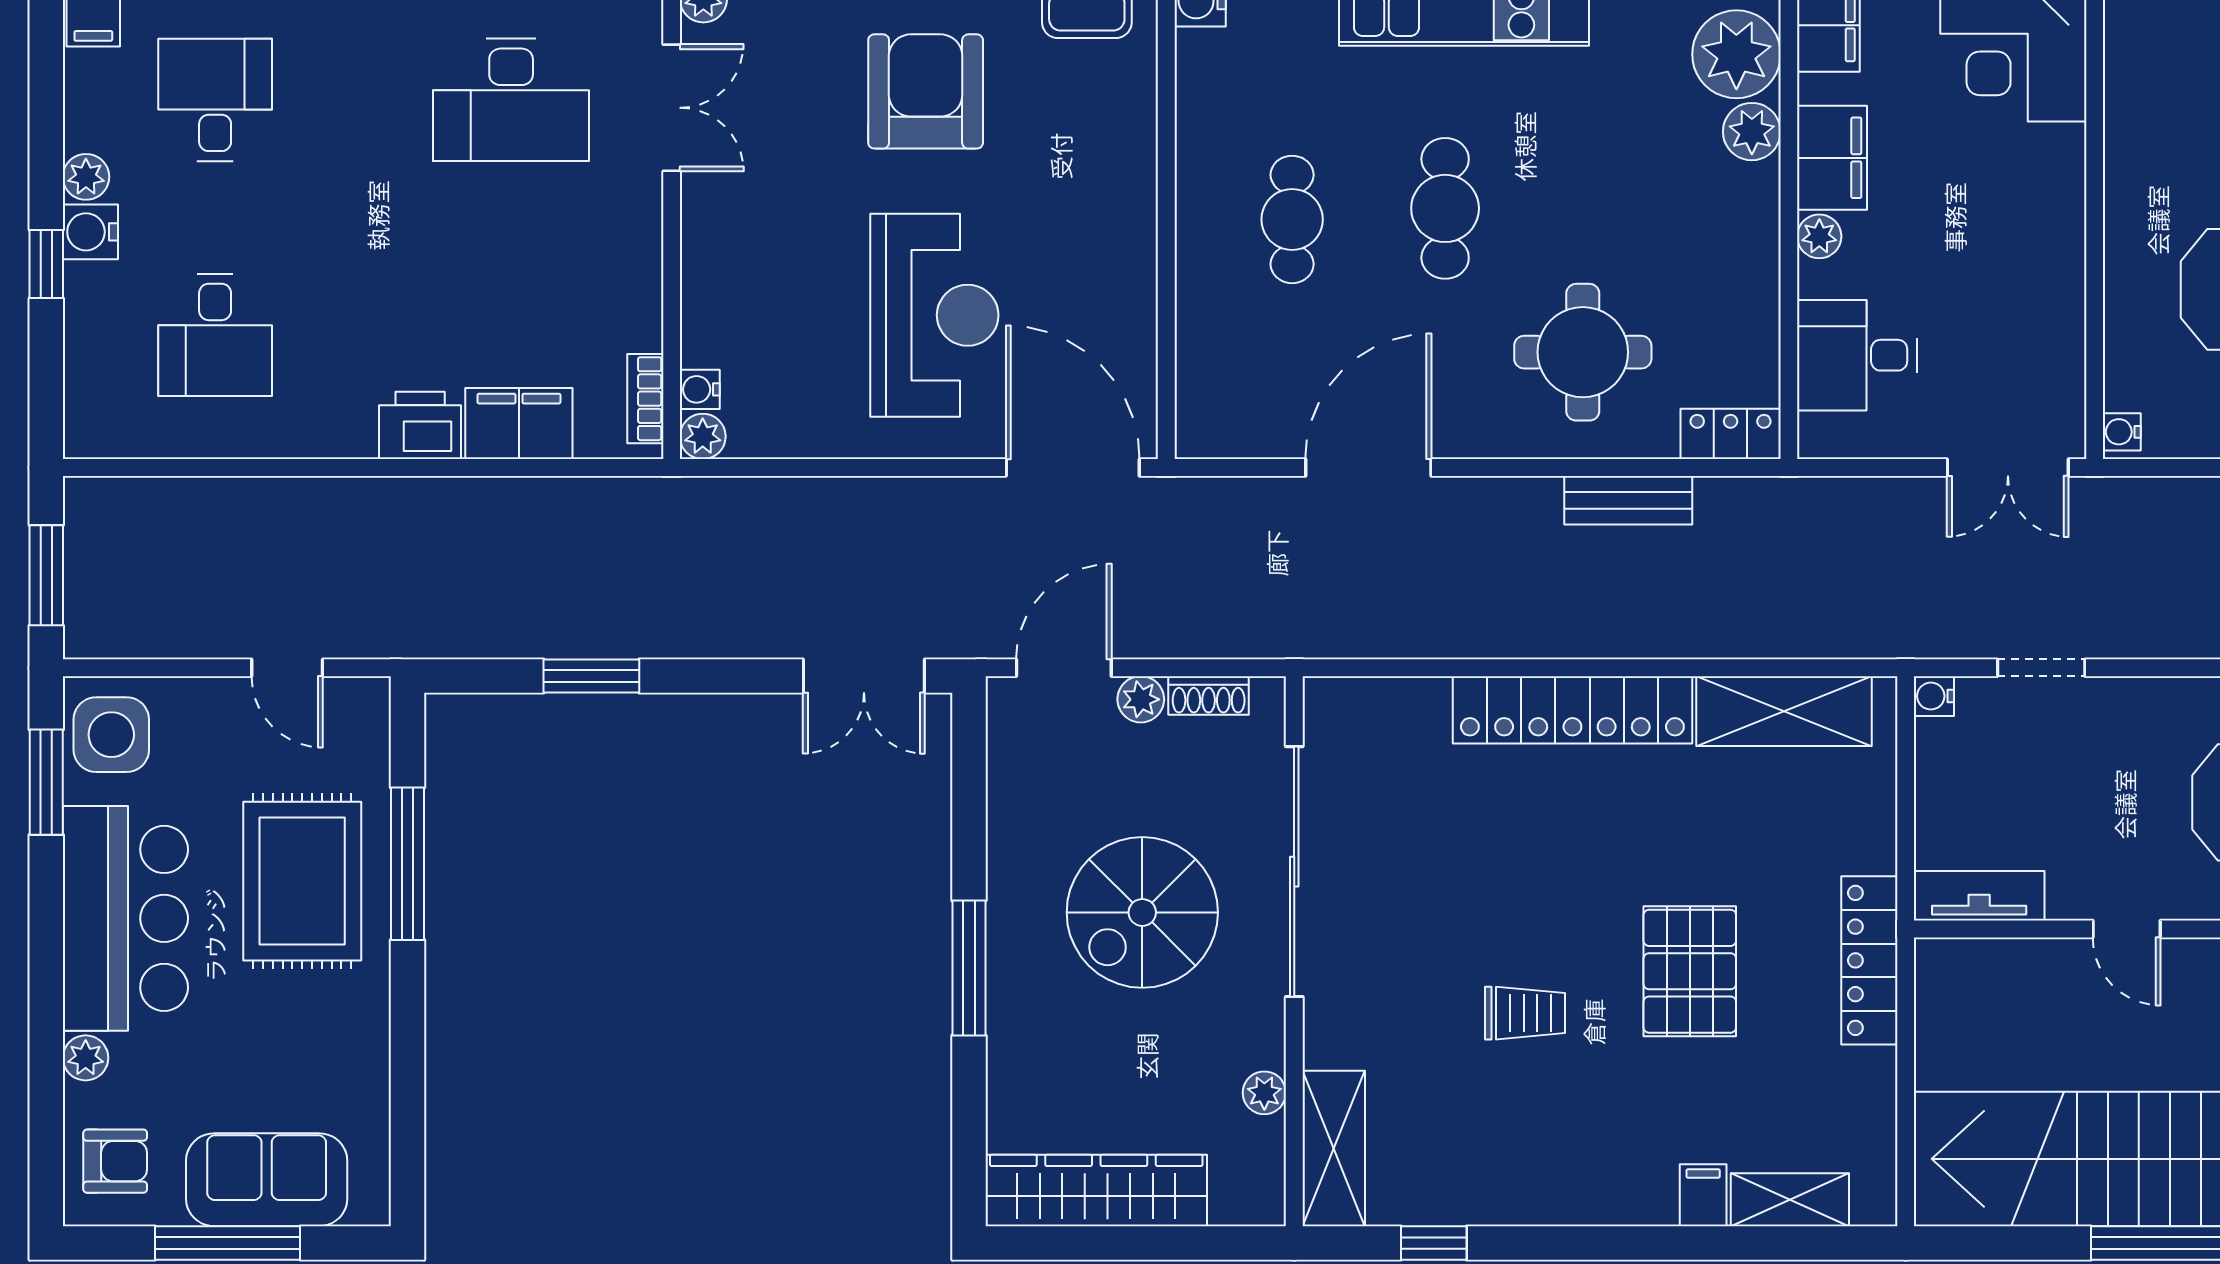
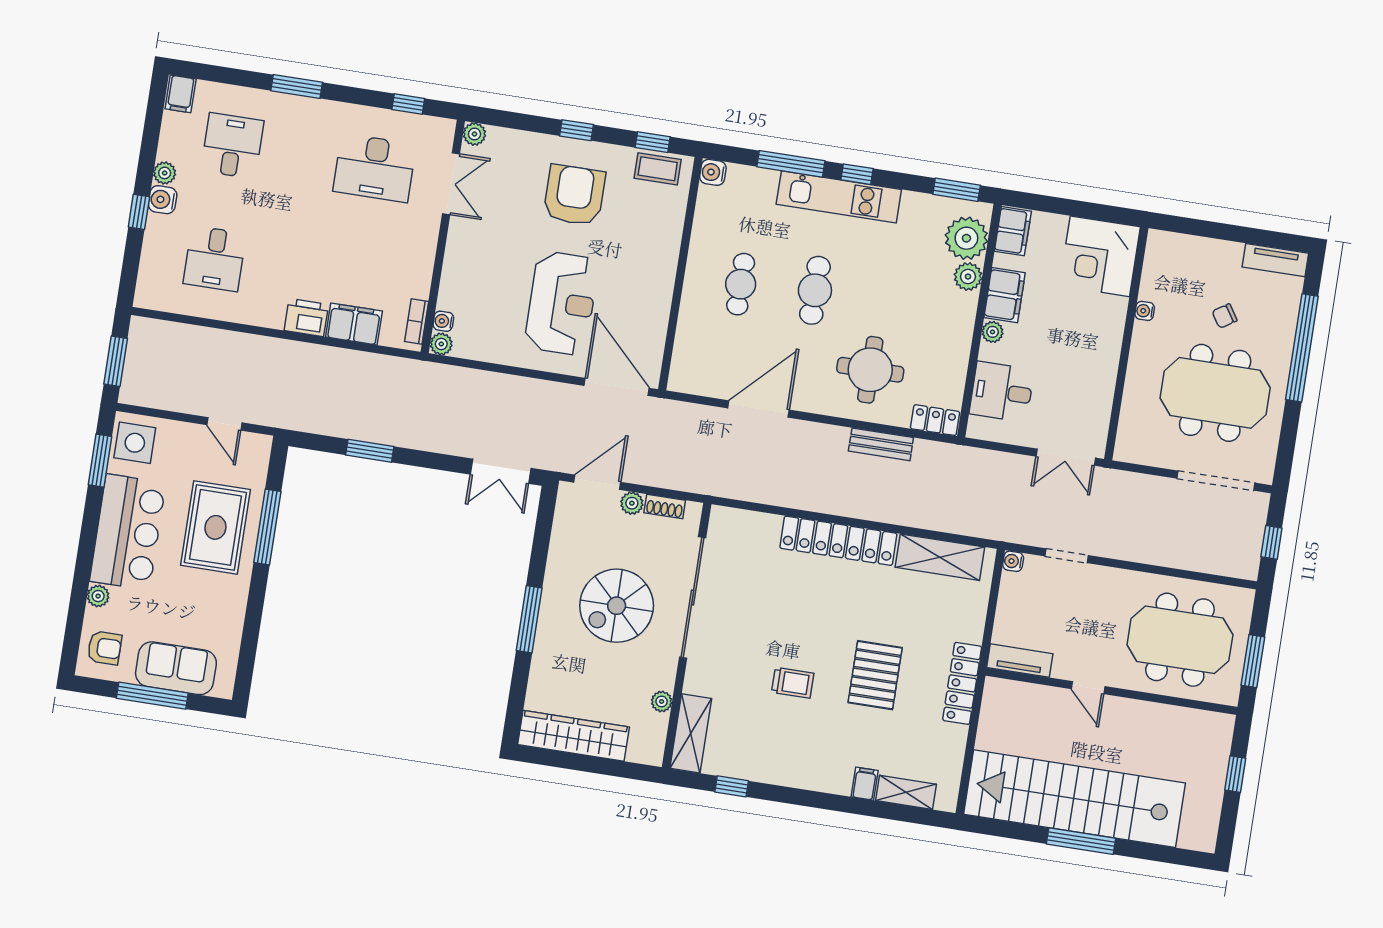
water cooler: (2122, 432) -> (1145, 311), moved

